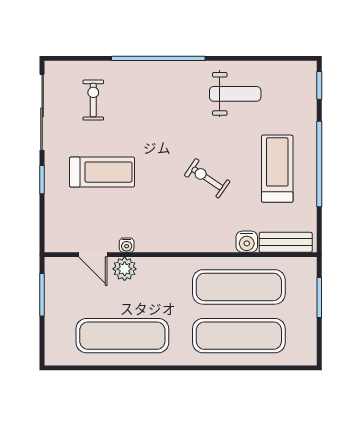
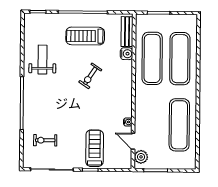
treadmill: (102, 172) -> (95, 148), moved
door: (93, 255) -> (133, 141), swing flipped
plant: (125, 269) -> (141, 157), moved

